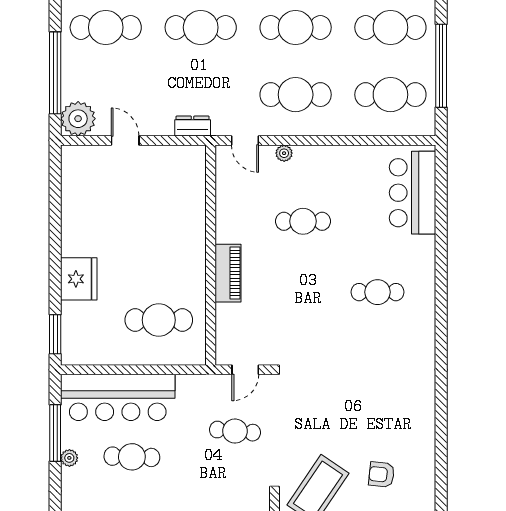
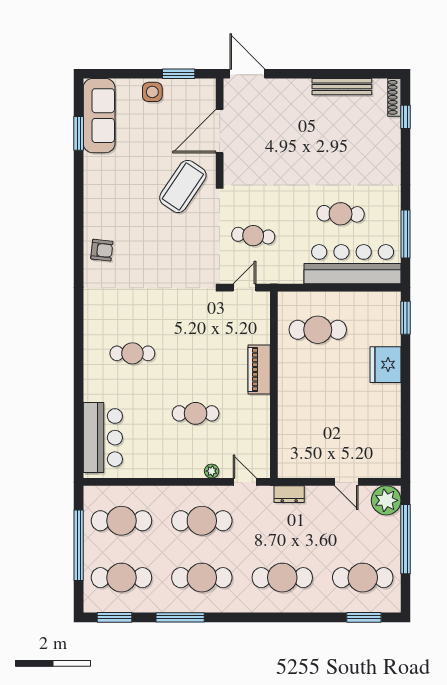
plant: (69, 458) -> (394, 213), removed
armchair: (382, 475) -> (102, 250), moved

